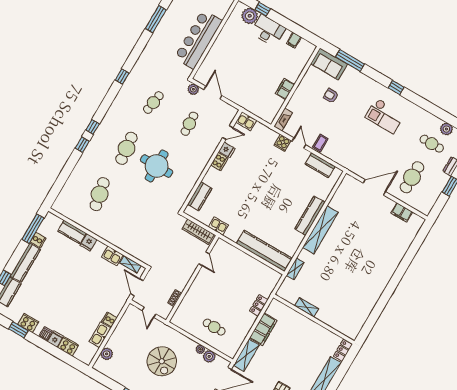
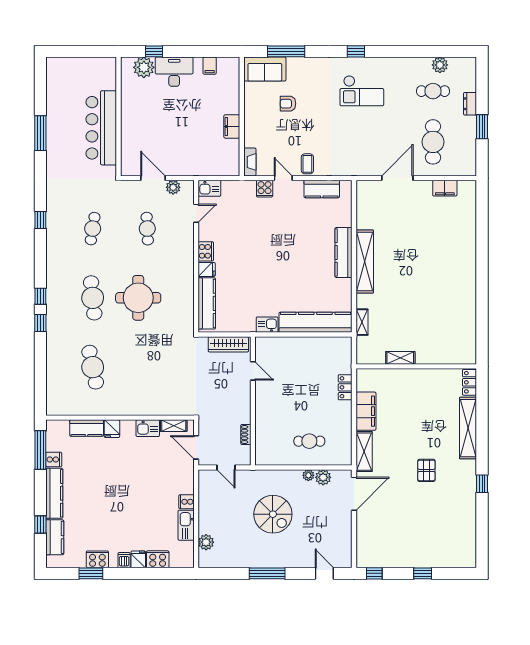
plant: (193, 89) -> (173, 187), moved
fridge: (227, 150) -> (207, 269), moved
kitchen counter: (200, 196) -> (207, 303), width x1.50
kitchen sink: (218, 226) -> (267, 325), moved

